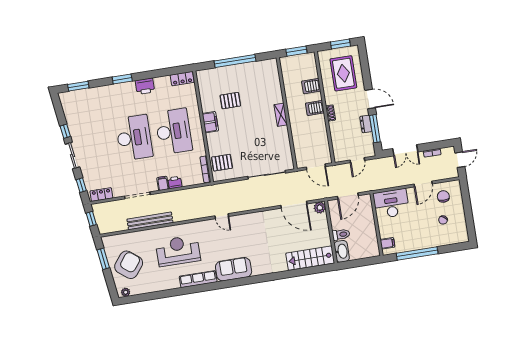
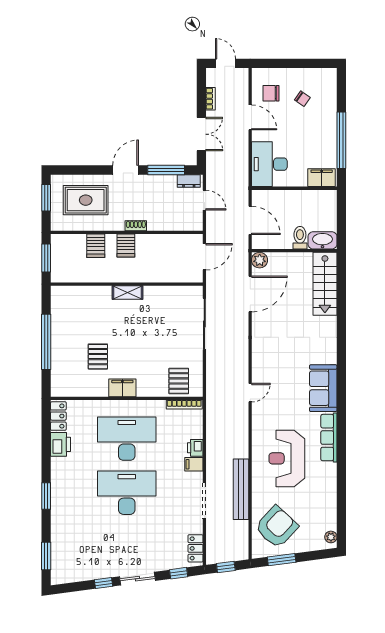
printer: (145, 86) -> (61, 444), moved
dresser: (366, 124) -> (189, 181), moved
filing cabinet: (387, 243) -> (322, 178), width x2.00
armchair: (129, 265) -> (277, 527), moved, turned 95

